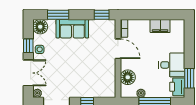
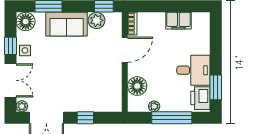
plant: (96, 26) -> (97, 20), added
door: (118, 49) -> (125, 50), hinge flipped

